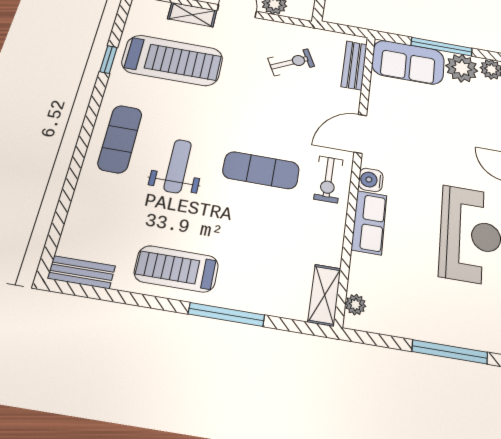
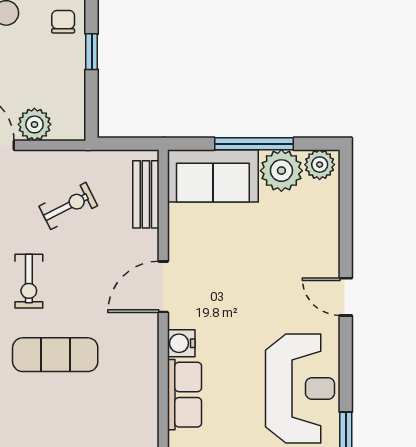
exercise bike: (328, 179) -> (29, 281), moved

